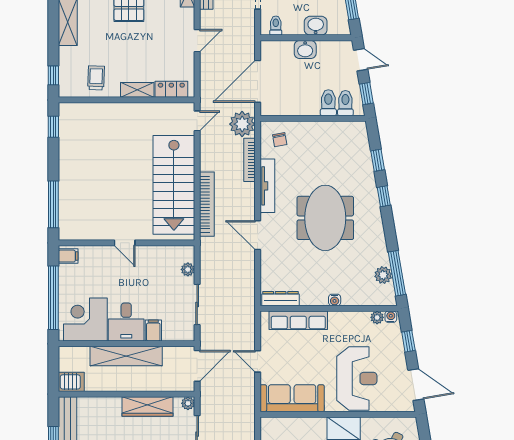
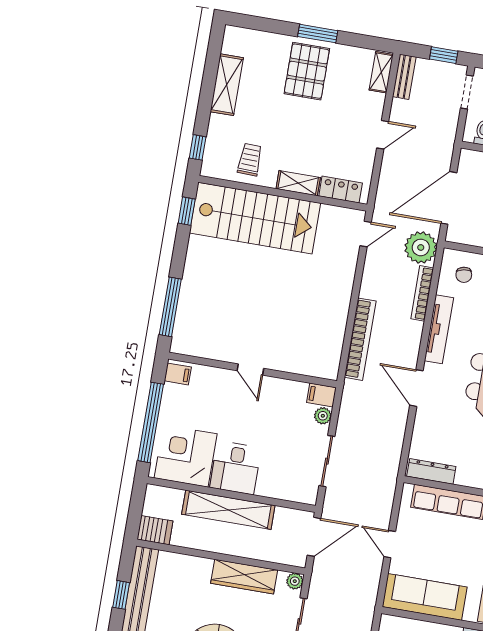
stairs: (174, 185) -> (255, 218), moved, turned -90
filing cabinet: (153, 331) -> (321, 395), moved, turned -90

